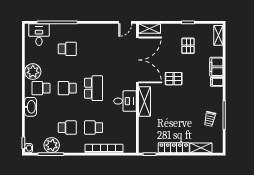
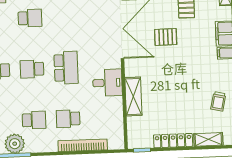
pallet: (174, 79) -> (166, 37), moved
shelving: (145, 101) -> (133, 97), moved

